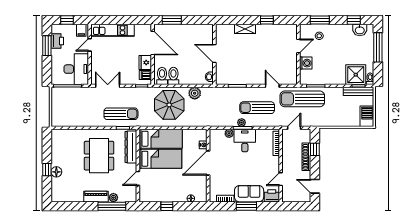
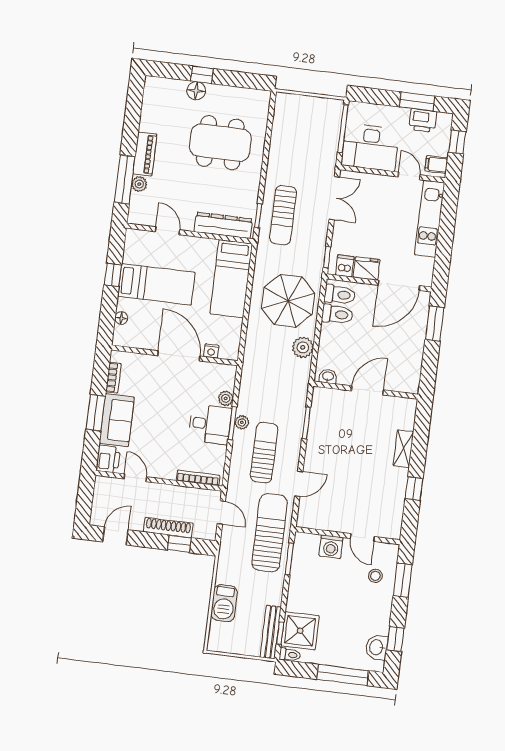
barbecue: (367, 116) -> (224, 603), moved, turned 90
dining table: (99, 156) -> (220, 143), moved
bed: (160, 159) -> (156, 284), moved, turned -90

